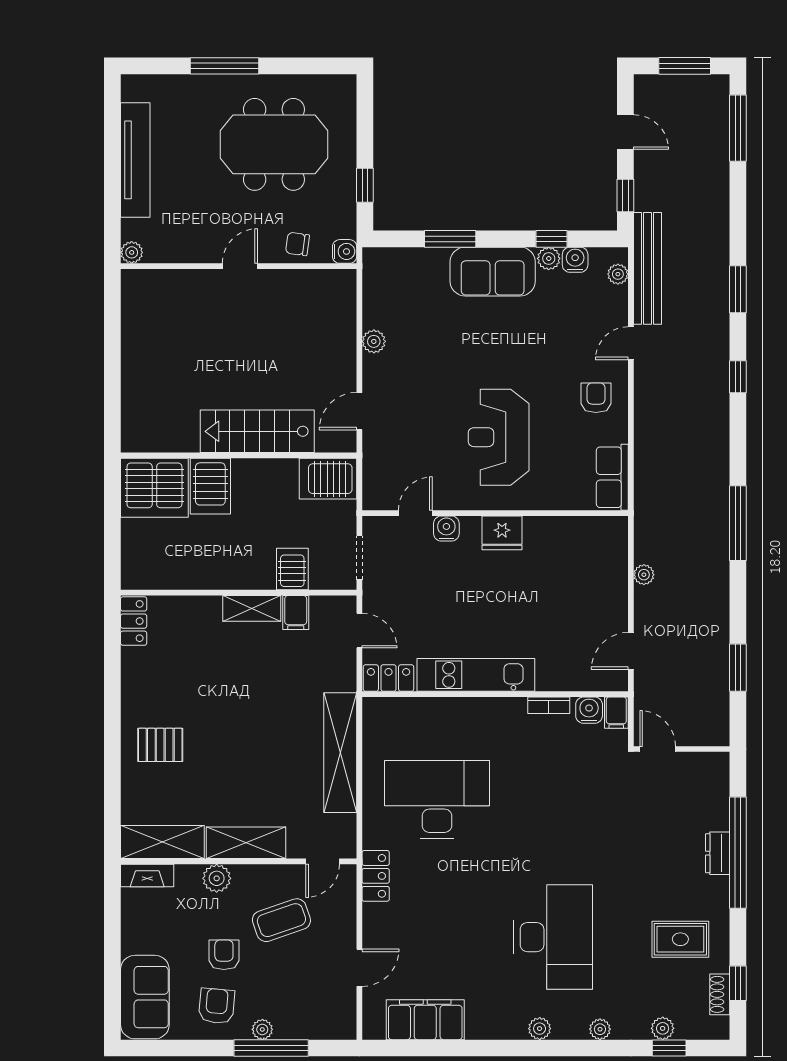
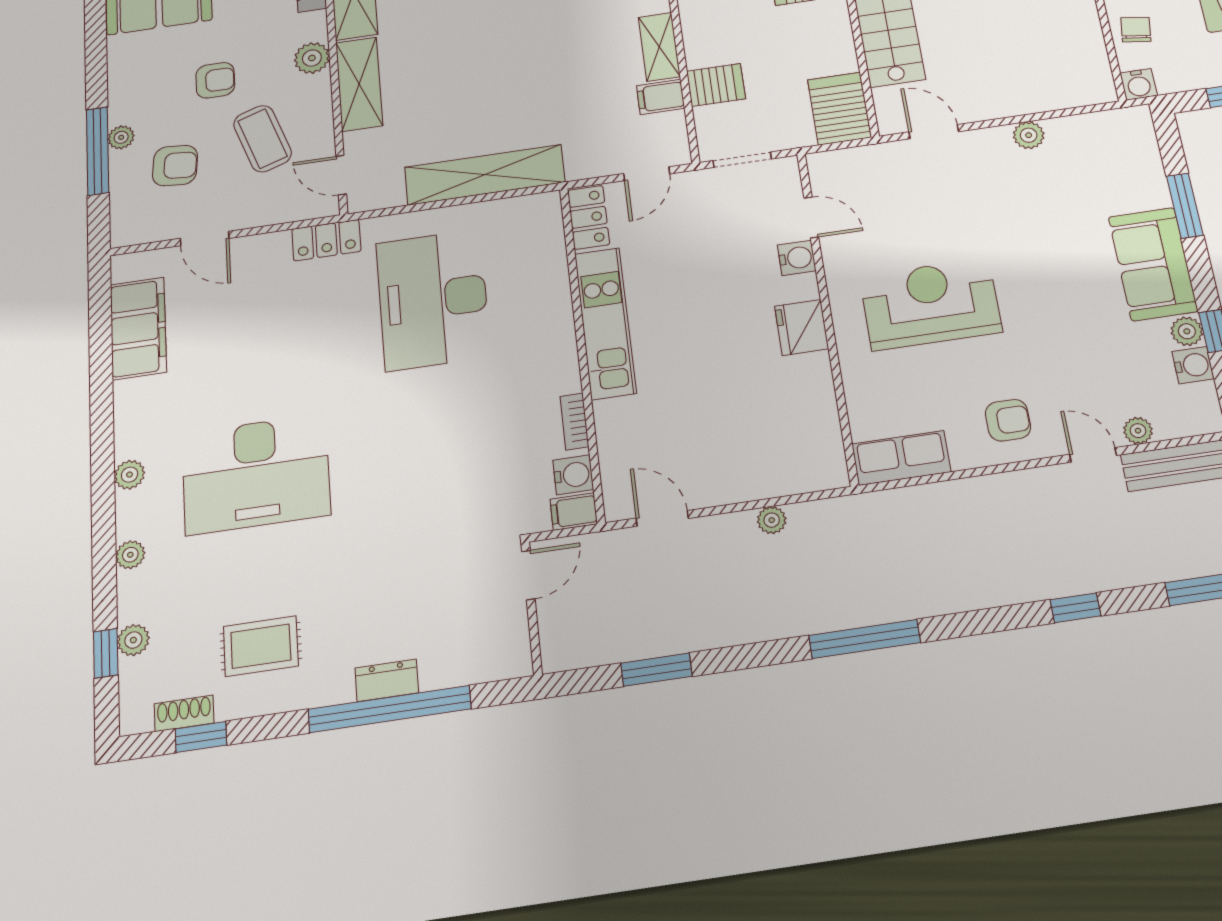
plant: (618, 274) -> (1138, 431), moved
desk: (437, 800) -> (433, 299), turned 180
rug: (680, 939) -> (261, 646), turned 90
armchair: (217, 1006) -> (175, 166), moved

